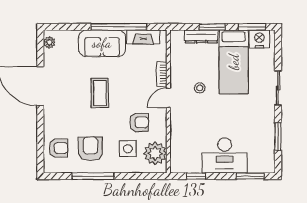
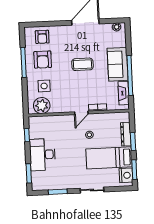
door: (168, 98) -> (81, 113), swing flipped
armchair: (139, 122) -> (63, 93), removed
armchair: (90, 149) -> (43, 60), turned 90

